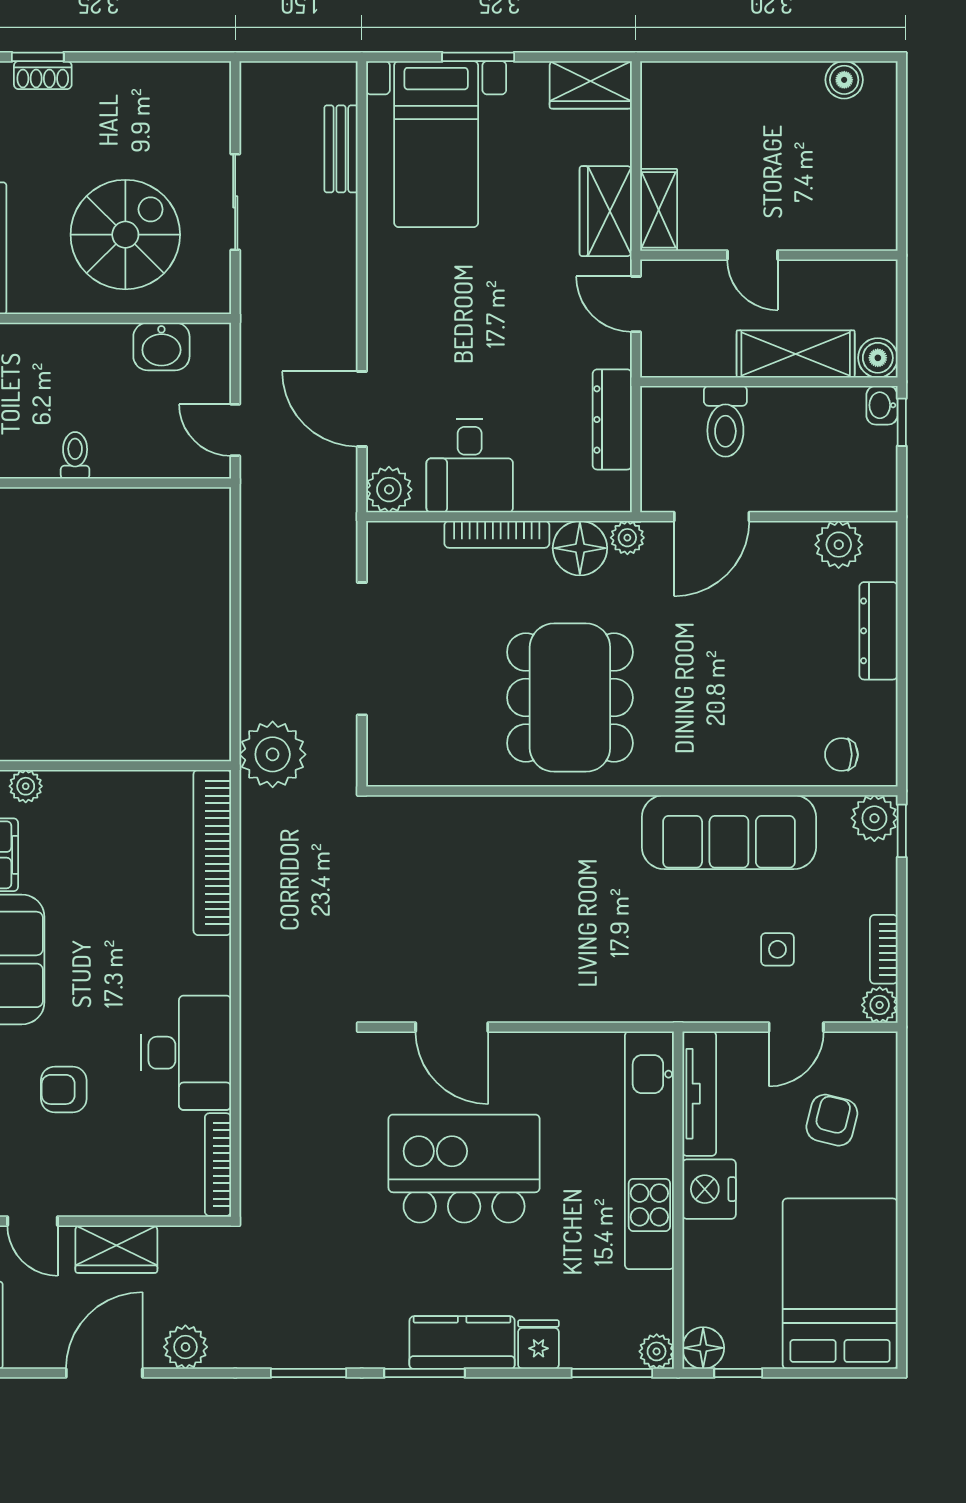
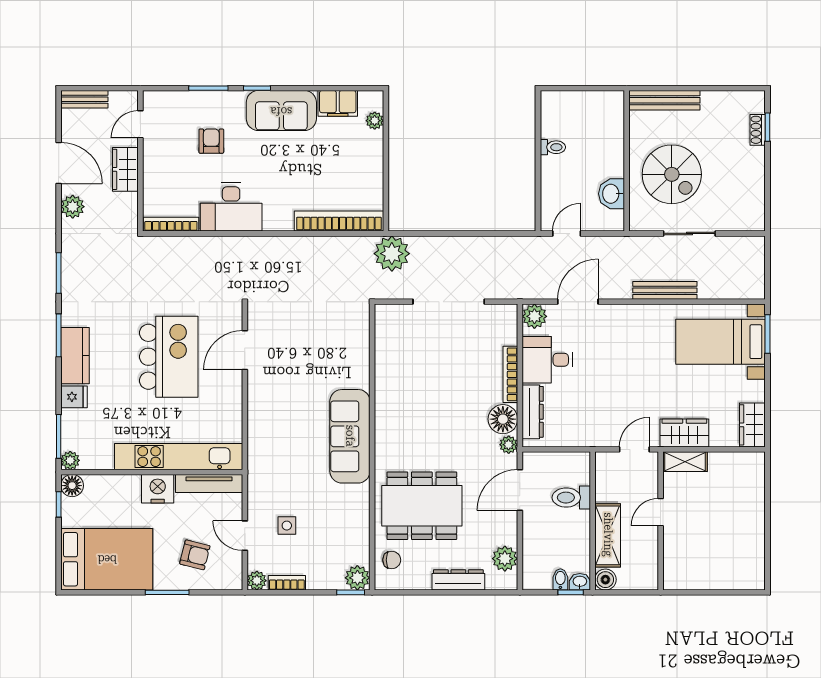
window: (478, 57) -> (767, 334), moved
boiler: (844, 80) -> (755, 561), removed
bench: (341, 149) -> (665, 290), moved, width x1.36
dresser: (612, 419) -> (533, 412), moved, turned 90
bidet: (878, 441) -> (560, 579), added
door: (712, 517) -> (520, 490), hinge flipped
dining table: (570, 698) -> (422, 506), moved
chair: (841, 755) -> (392, 560), turned 90
sofa: (729, 832) -> (350, 436), moved
window: (902, 1171) -> (167, 592), added

